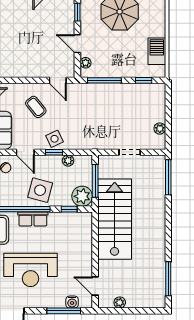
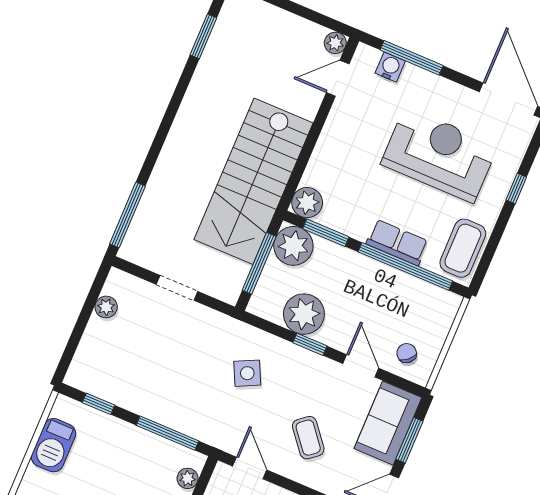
side table: (54, 139) -> (247, 373), moved
plant: (68, 161) -> (304, 314), width x1.87, depth x1.87
side table: (40, 190) -> (363, 288), removed
window: (69, 209) -> (326, 233), width x1.50
plant: (84, 220) -> (307, 203), added
window: (168, 279) -> (203, 36), width x0.69
door: (95, 286) -> (338, 78), swing flipped
plant: (120, 302) -> (335, 43), moved

